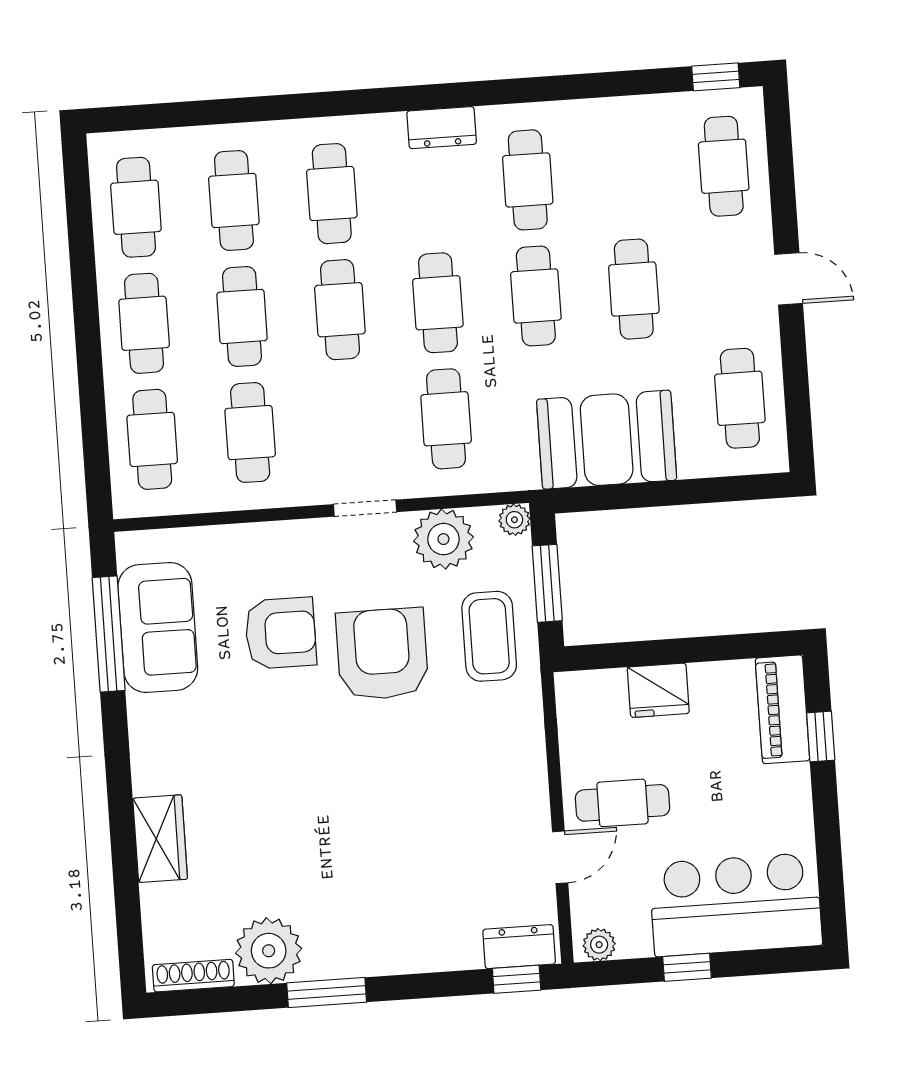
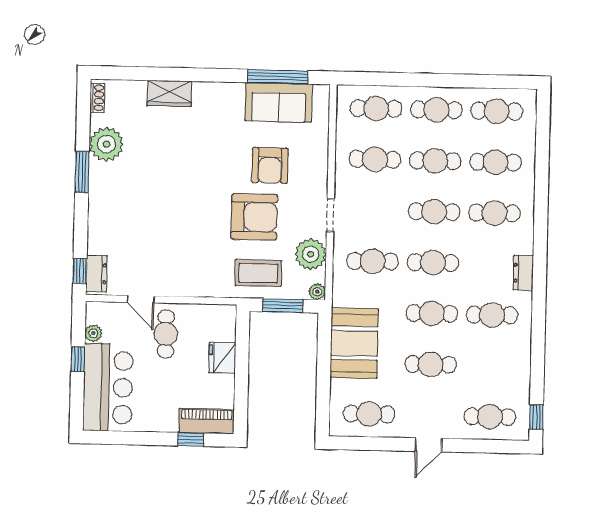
plant: (599, 945) -> (93, 333), moved
shoe rack: (193, 976) -> (97, 98), width x0.70

